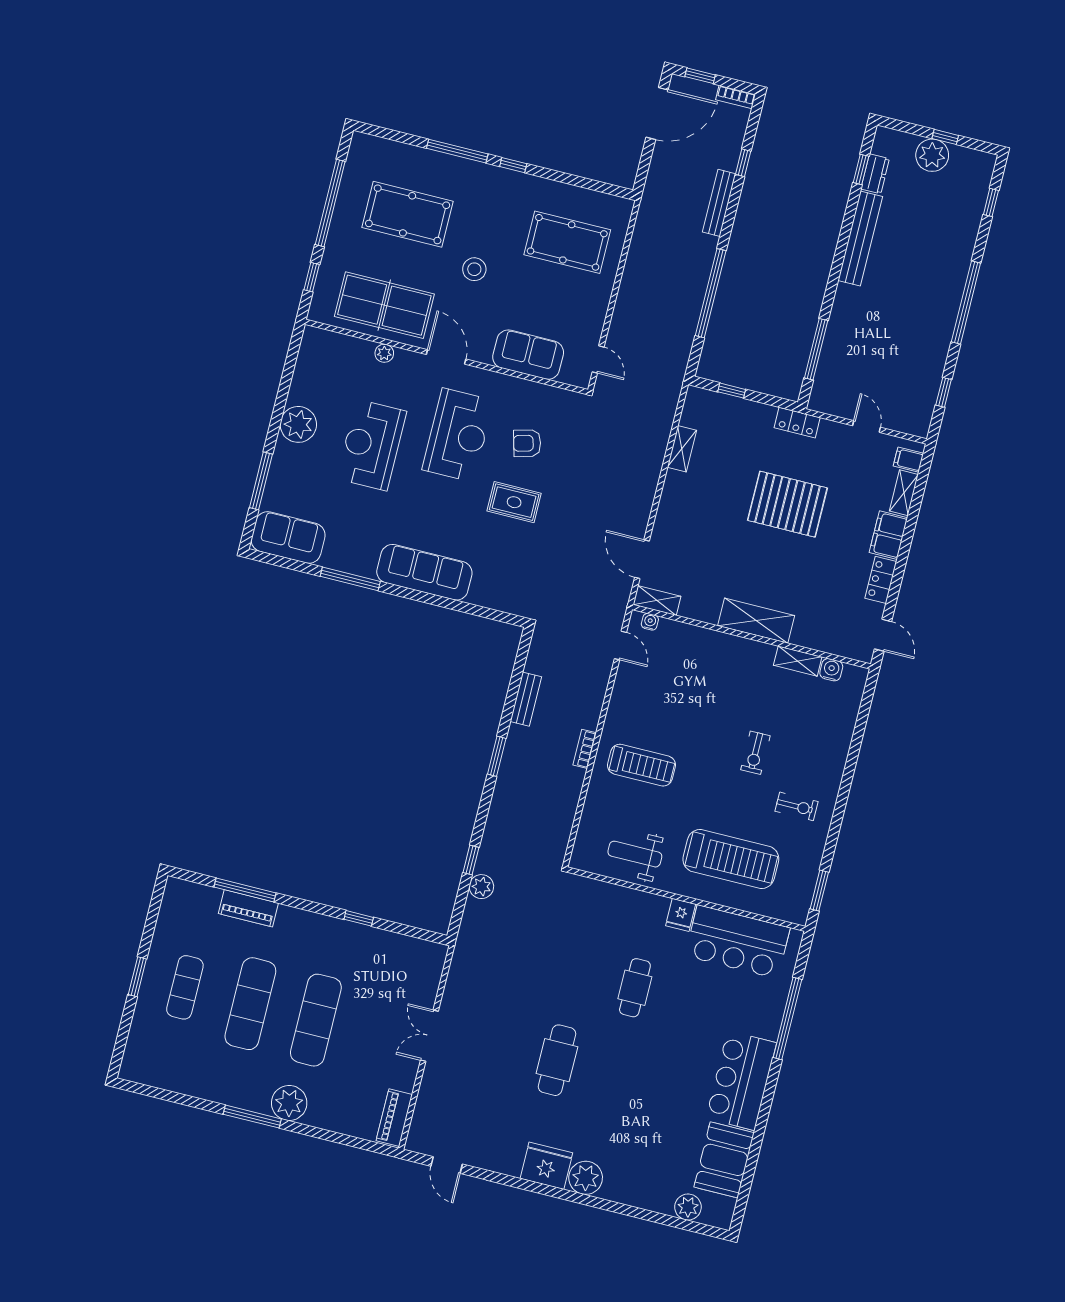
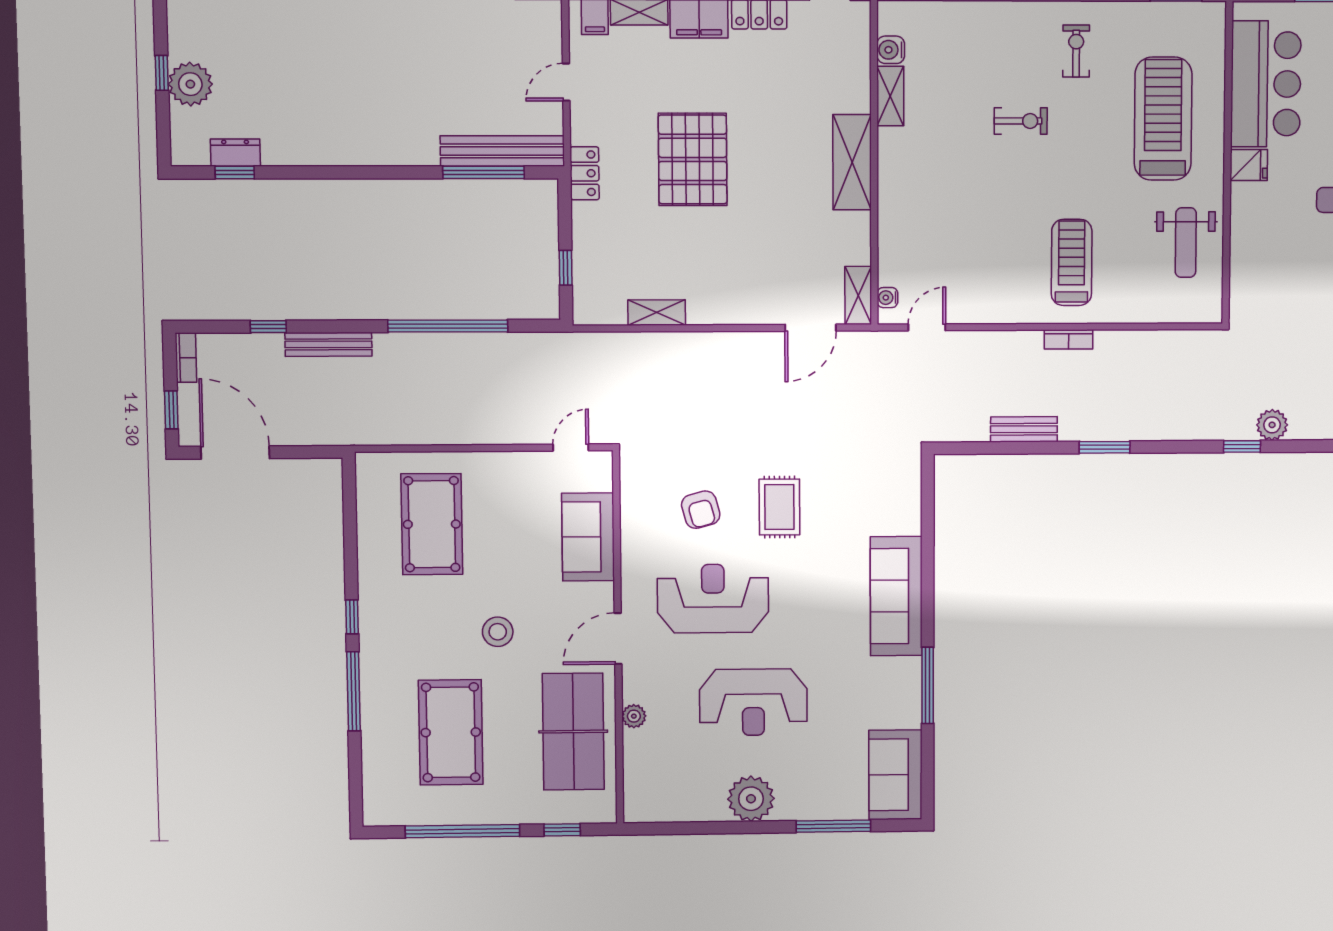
bench: (860, 238) -> (502, 151), moved

